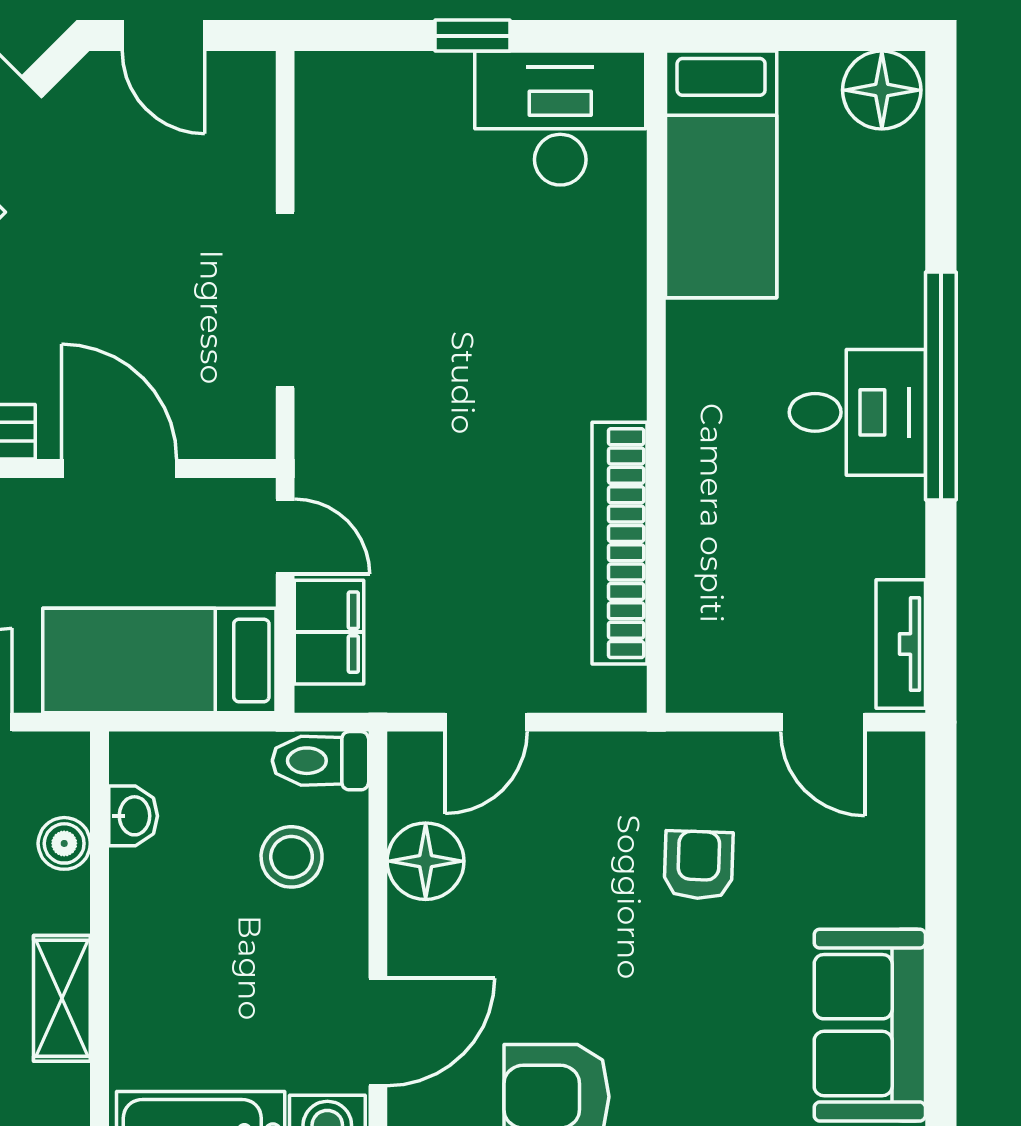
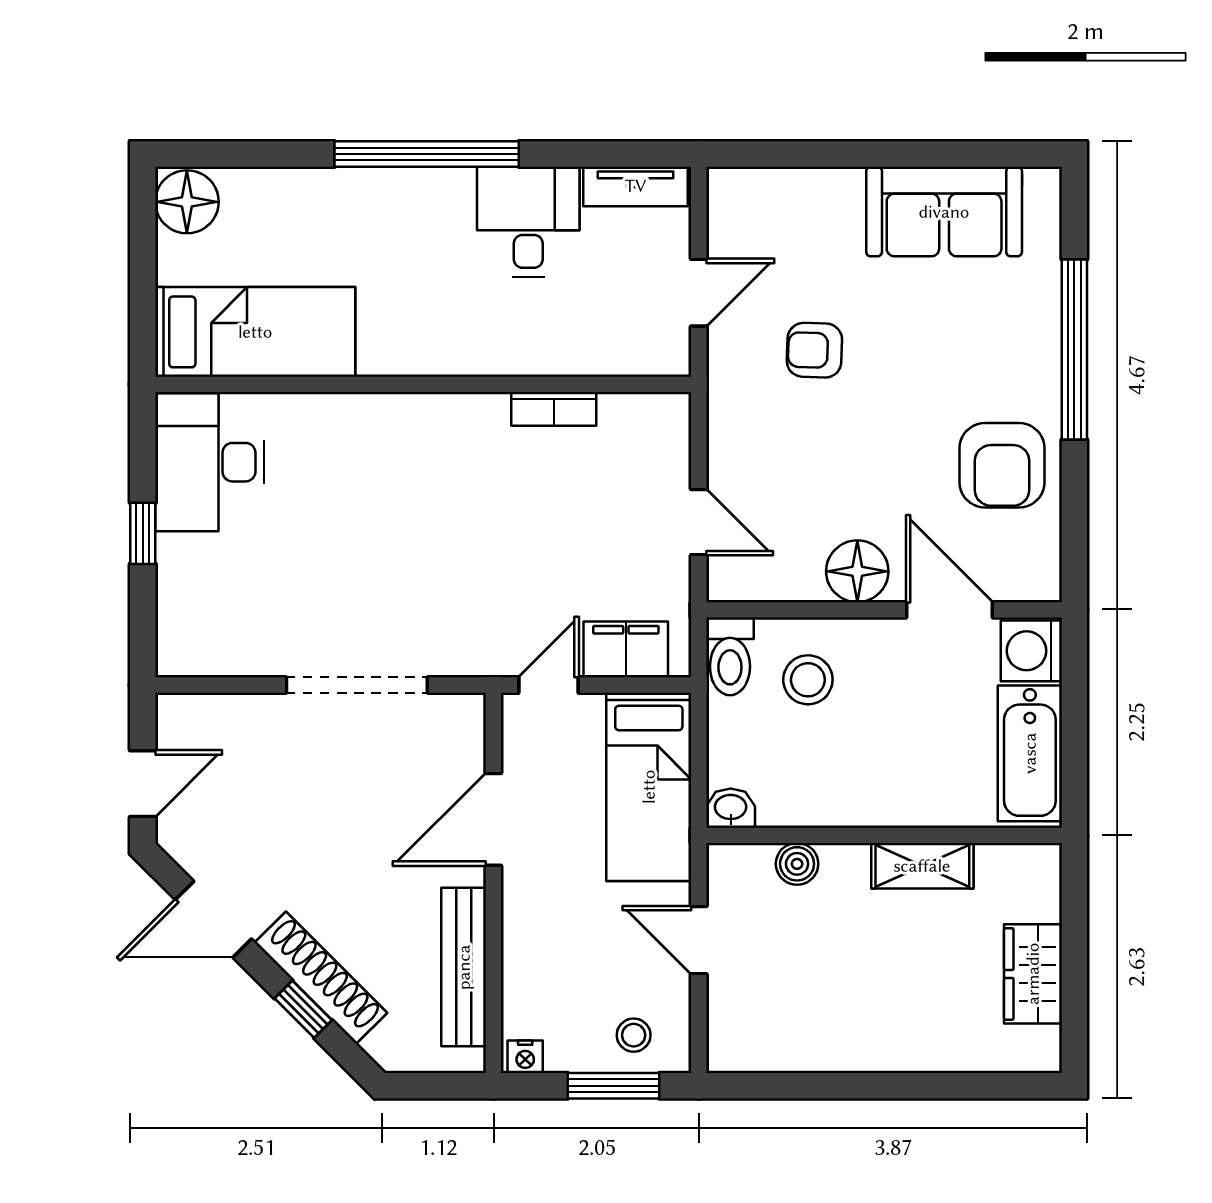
desk: (857, 412) -> (528, 222), moved
bookcase: (620, 543) -> (554, 409), width x0.43, depth x0.76
door: (823, 722) -> (699, 293), moved
washbasin: (133, 816) -> (731, 808), moved
floor lamp: (426, 861) -> (857, 571), moved

